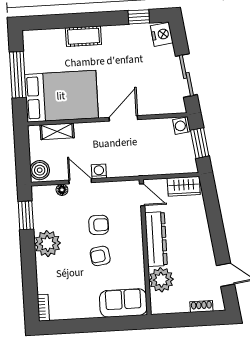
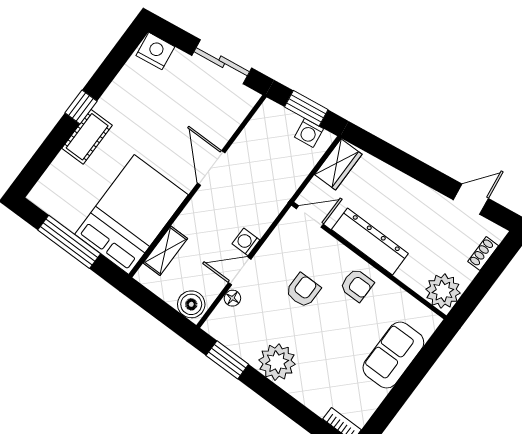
window: (139, 17) -> (81, 107), moved
washing machine: (182, 126) -> (309, 133), moved
armchair: (100, 256) -> (357, 285), moved, turned -82
plant: (161, 280) -> (443, 291), moved
sofa: (123, 303) -> (393, 355), moved

